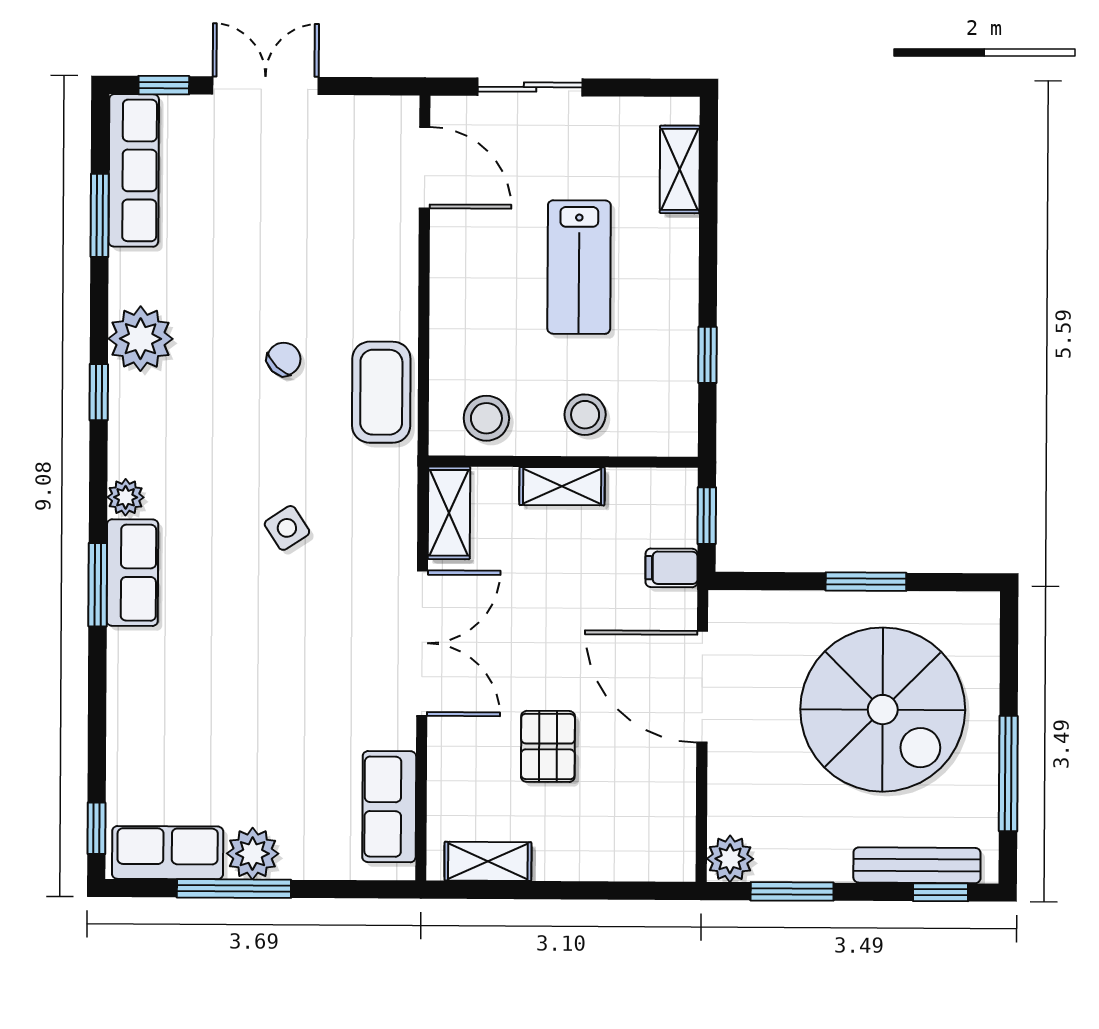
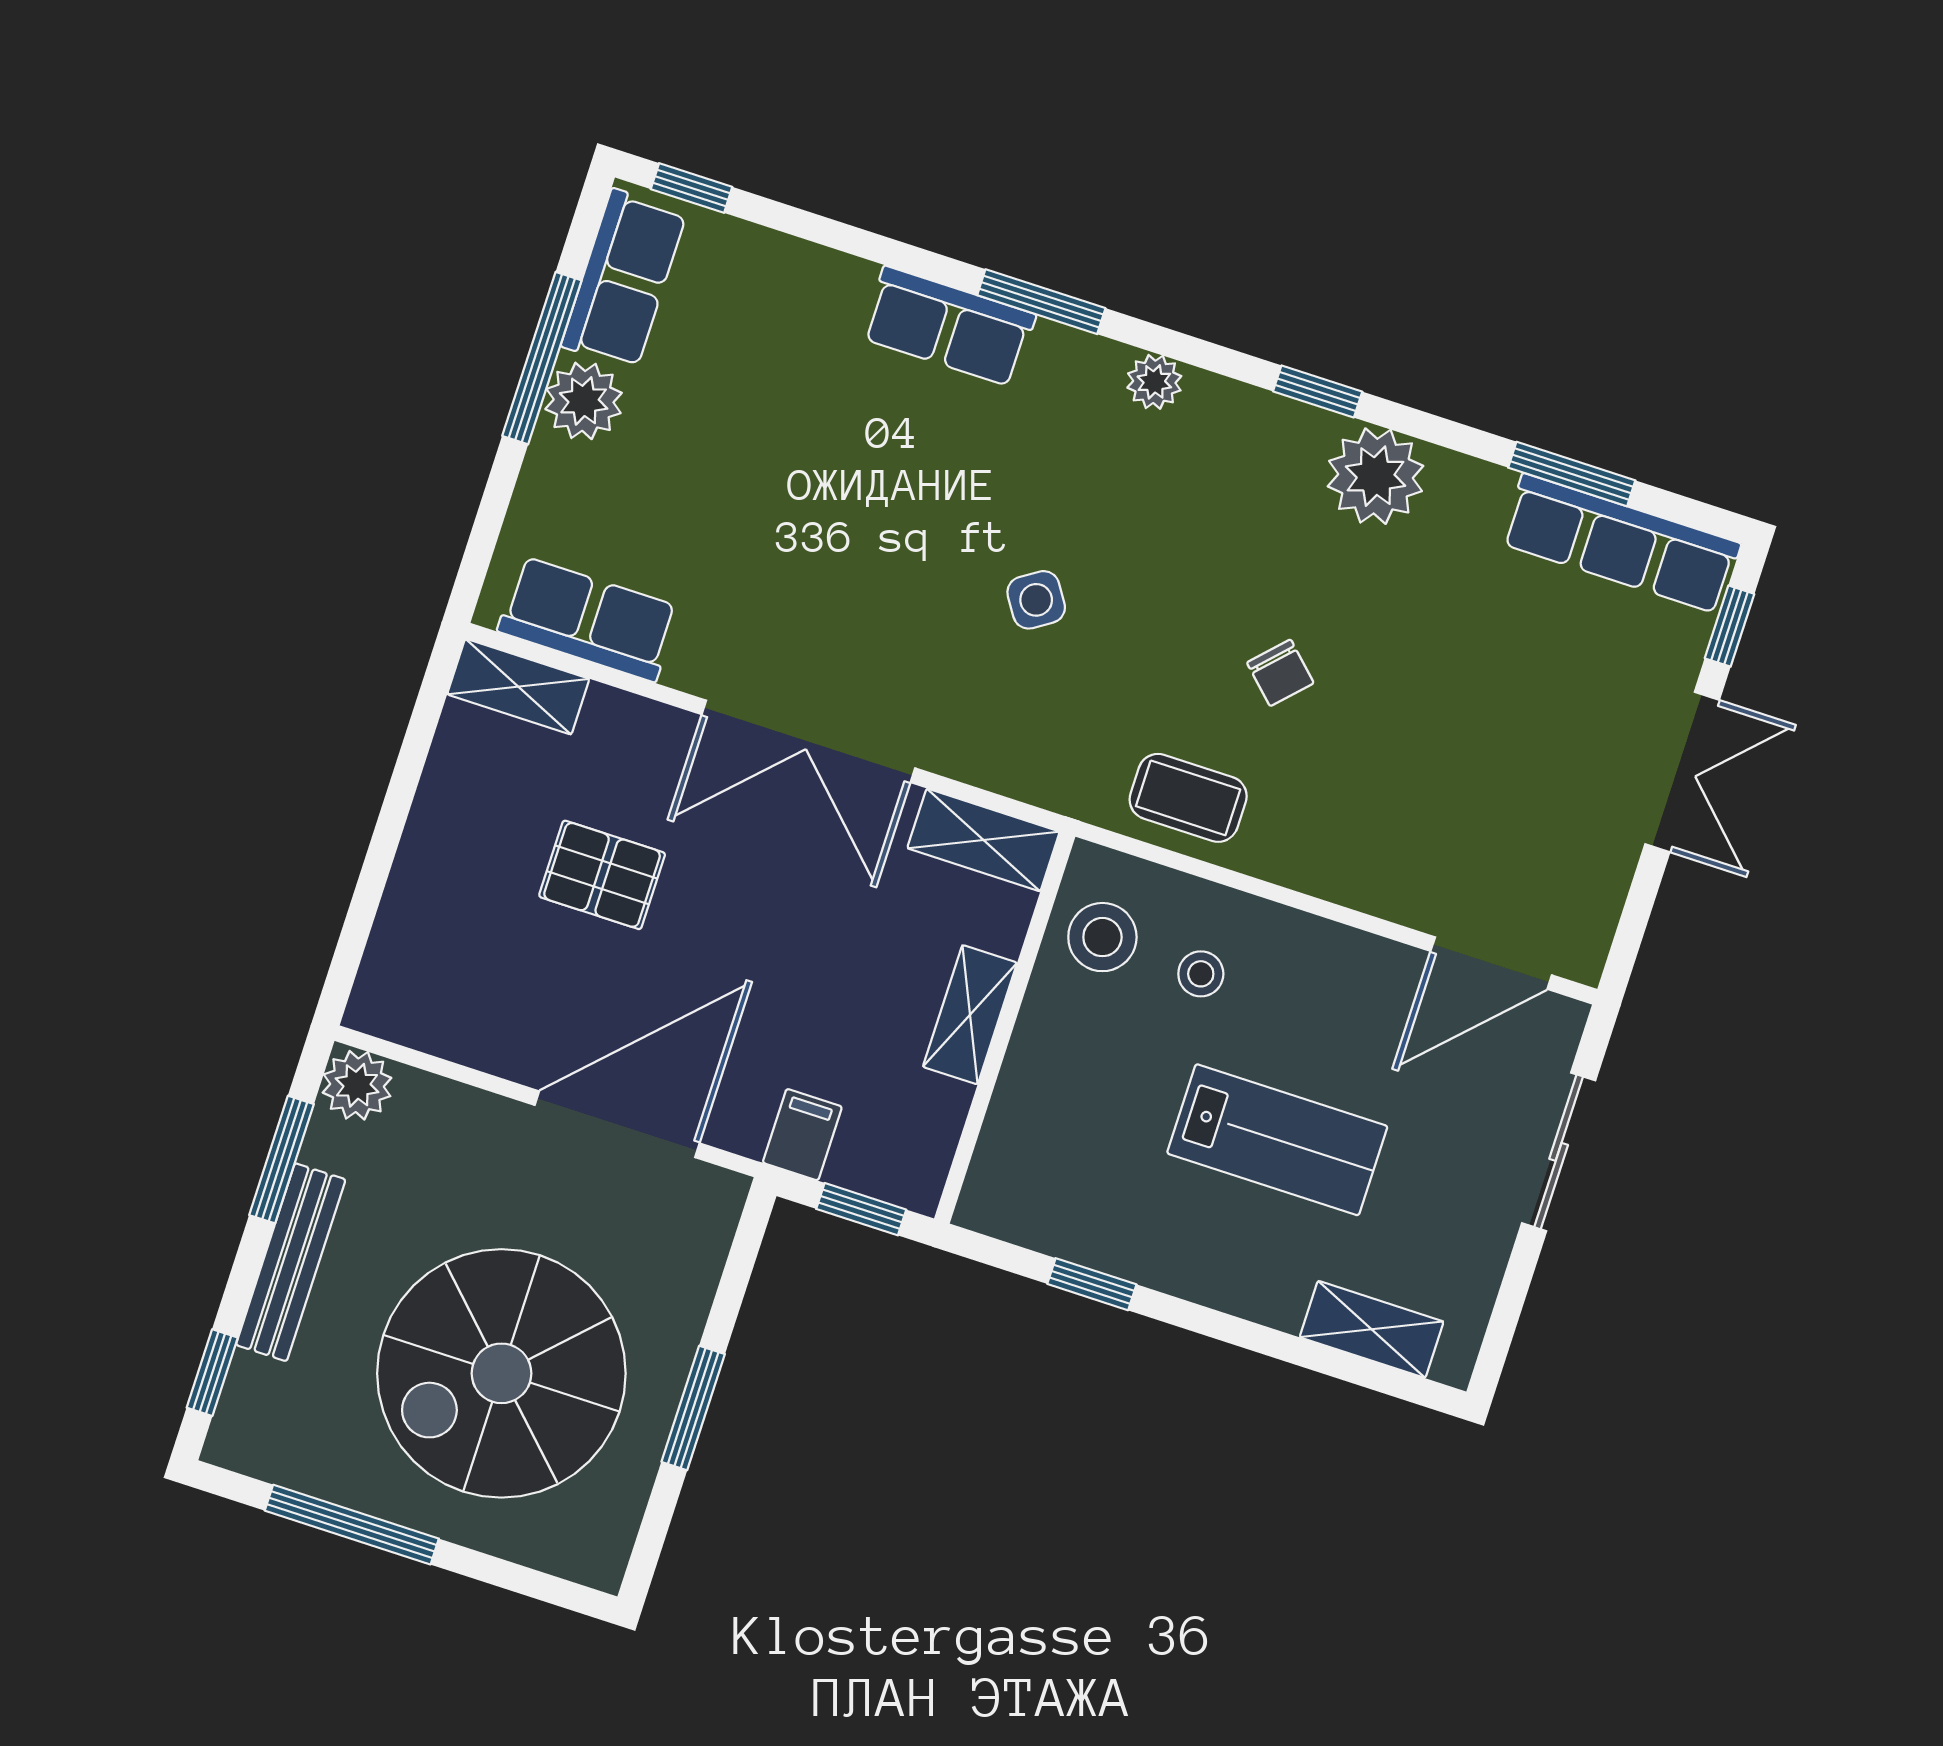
lab bench: (579, 267) -> (1277, 1140), turned 180
coffee table: (381, 392) -> (1188, 798), width x0.73, depth x0.77
stool: (585, 415) -> (1201, 974), moved, width x0.73, depth x0.73
row of seats: (132, 573) -> (949, 326), moved
shelving: (488, 861) -> (518, 687), moved, turned 90
bench: (917, 865) -> (291, 1262), moved

